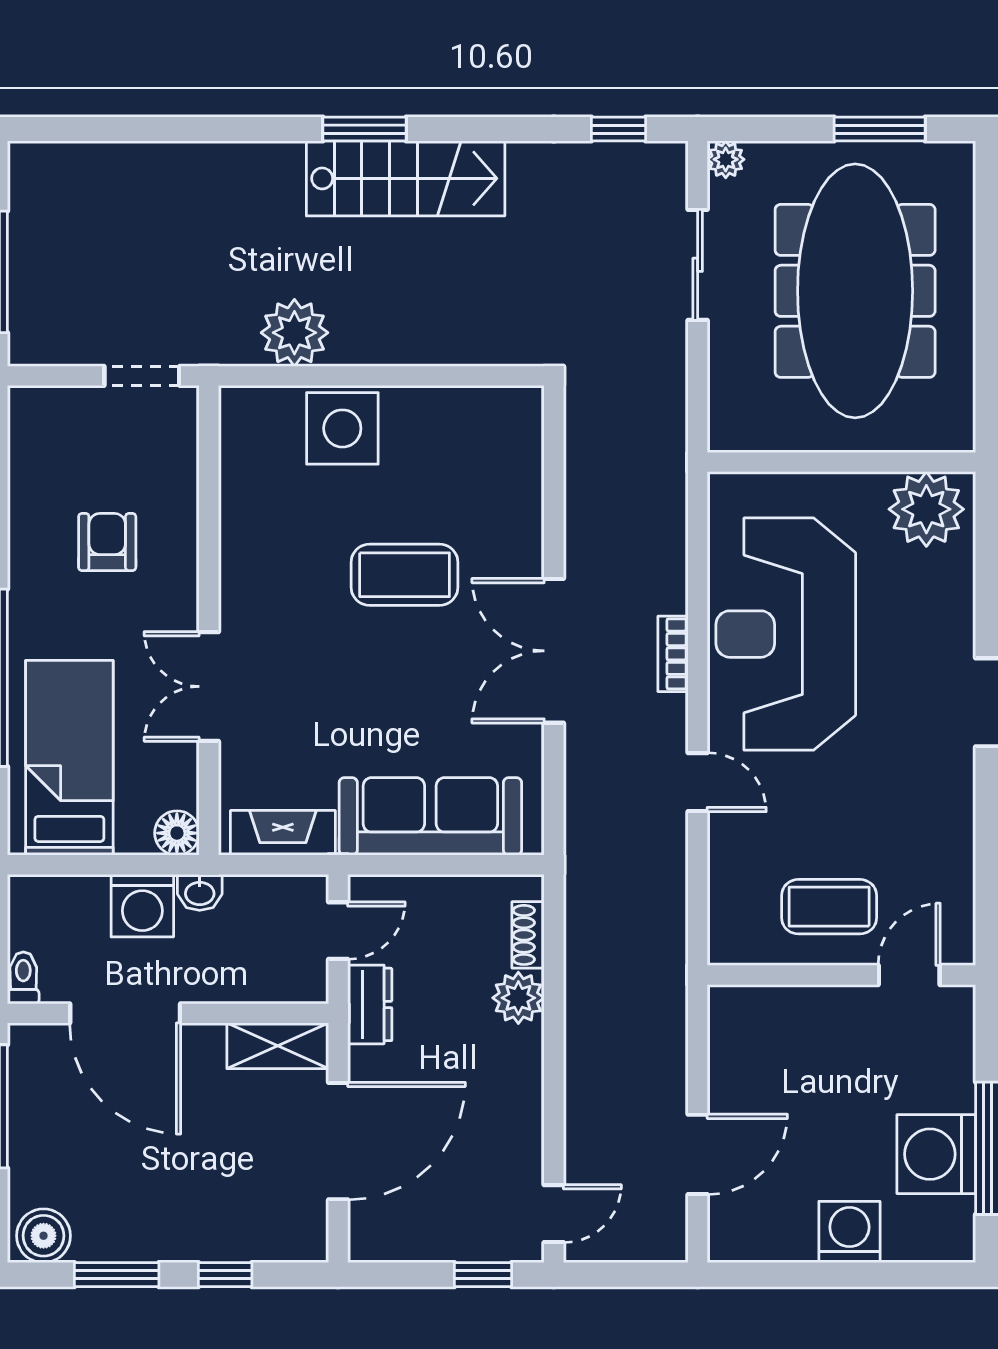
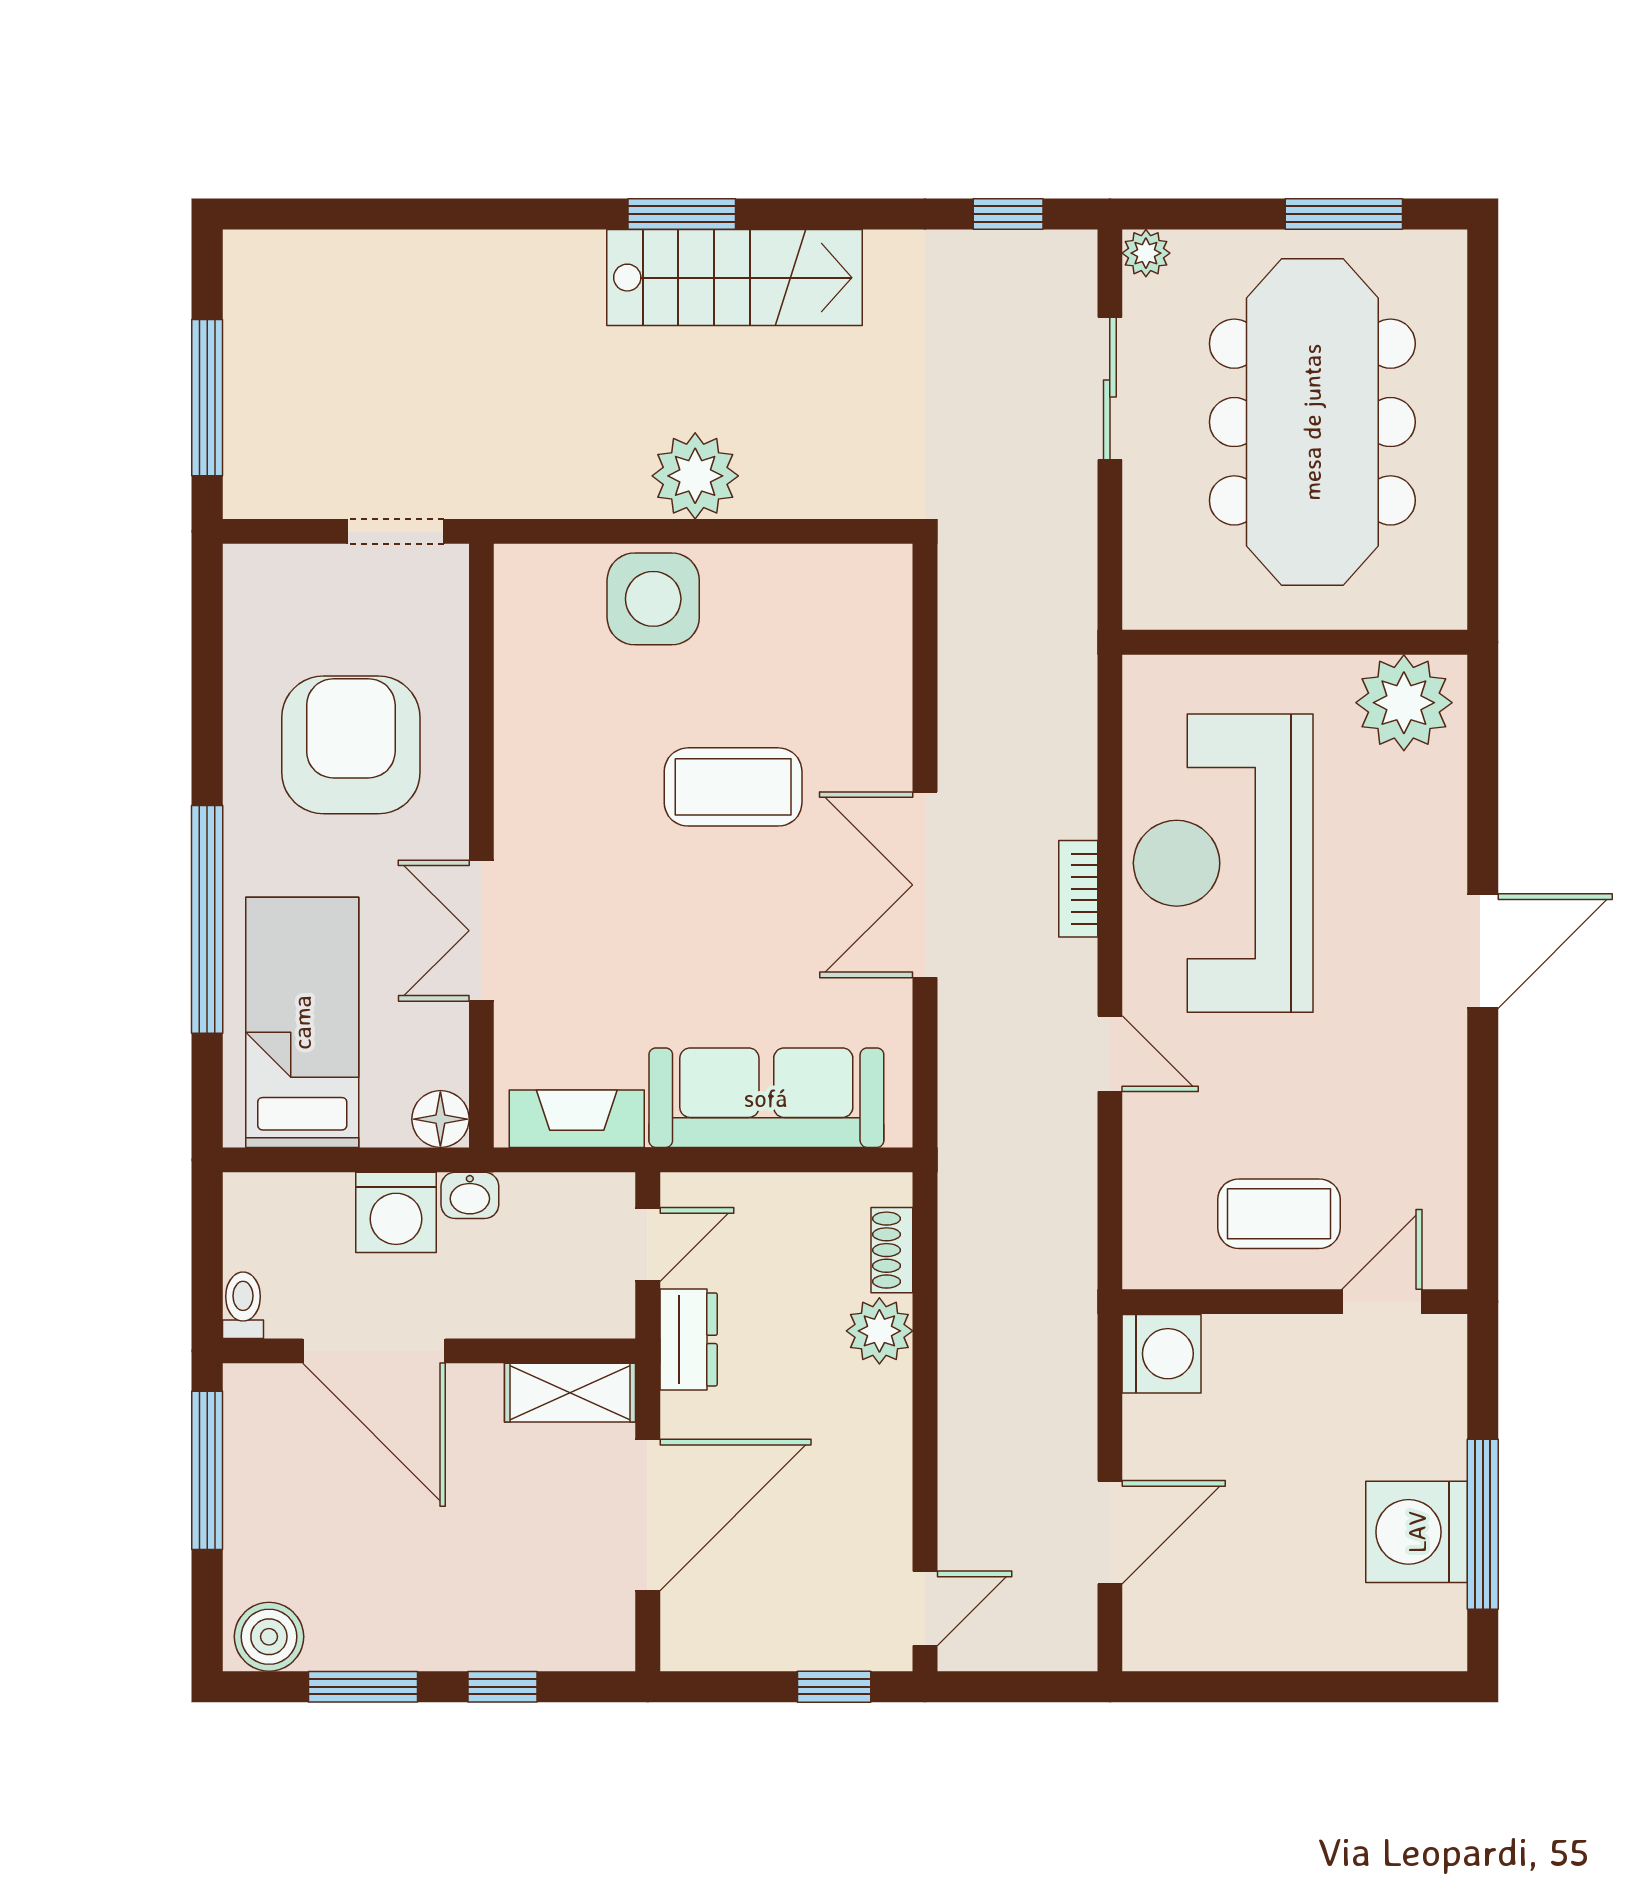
plant: (294, 333) -> (695, 476), moved
armchair: (107, 542) -> (351, 745), width x1.88, depth x1.88
washing machine: (849, 1232) -> (1162, 1354), moved, turned 90

